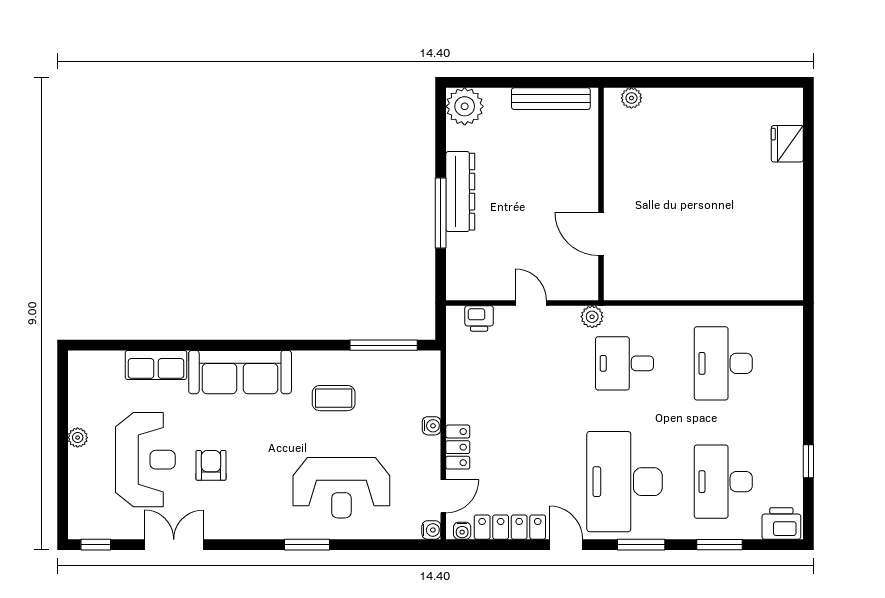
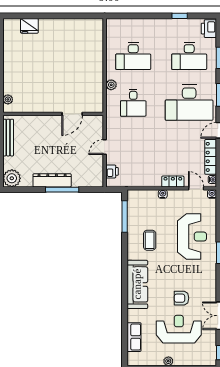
plant: (592, 317) -> (111, 85), moved
row of seats: (156, 365) -> (134, 337), moved

